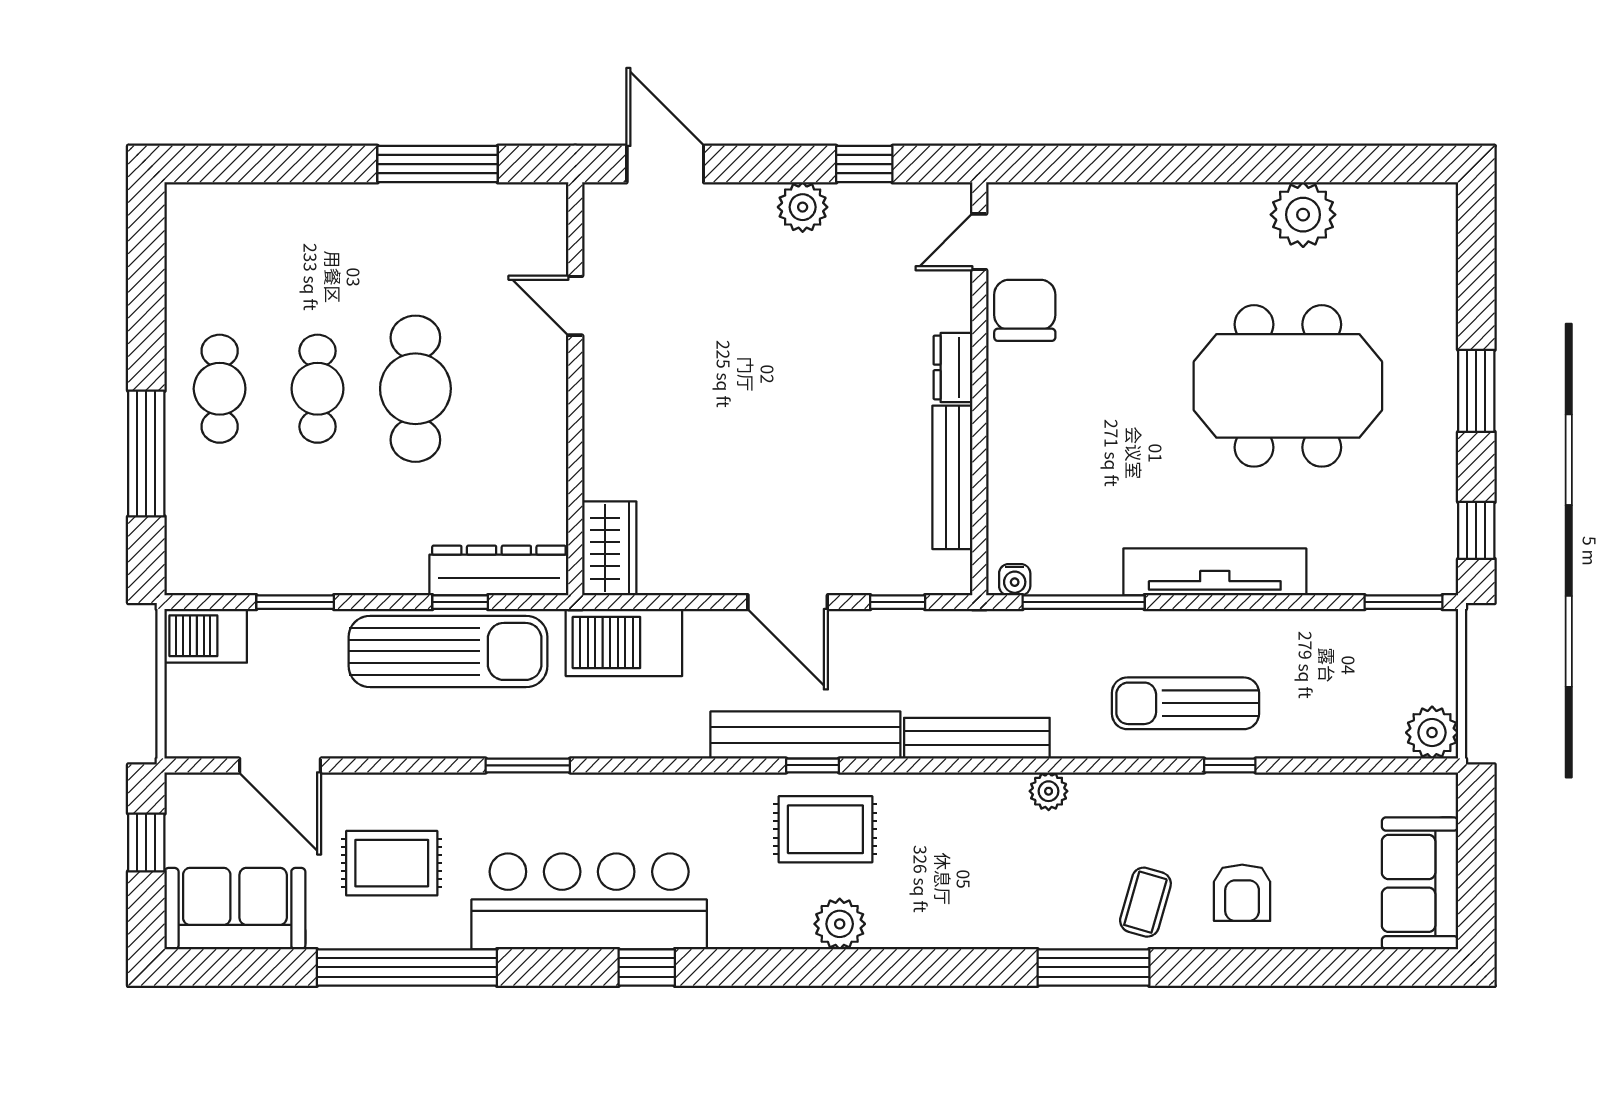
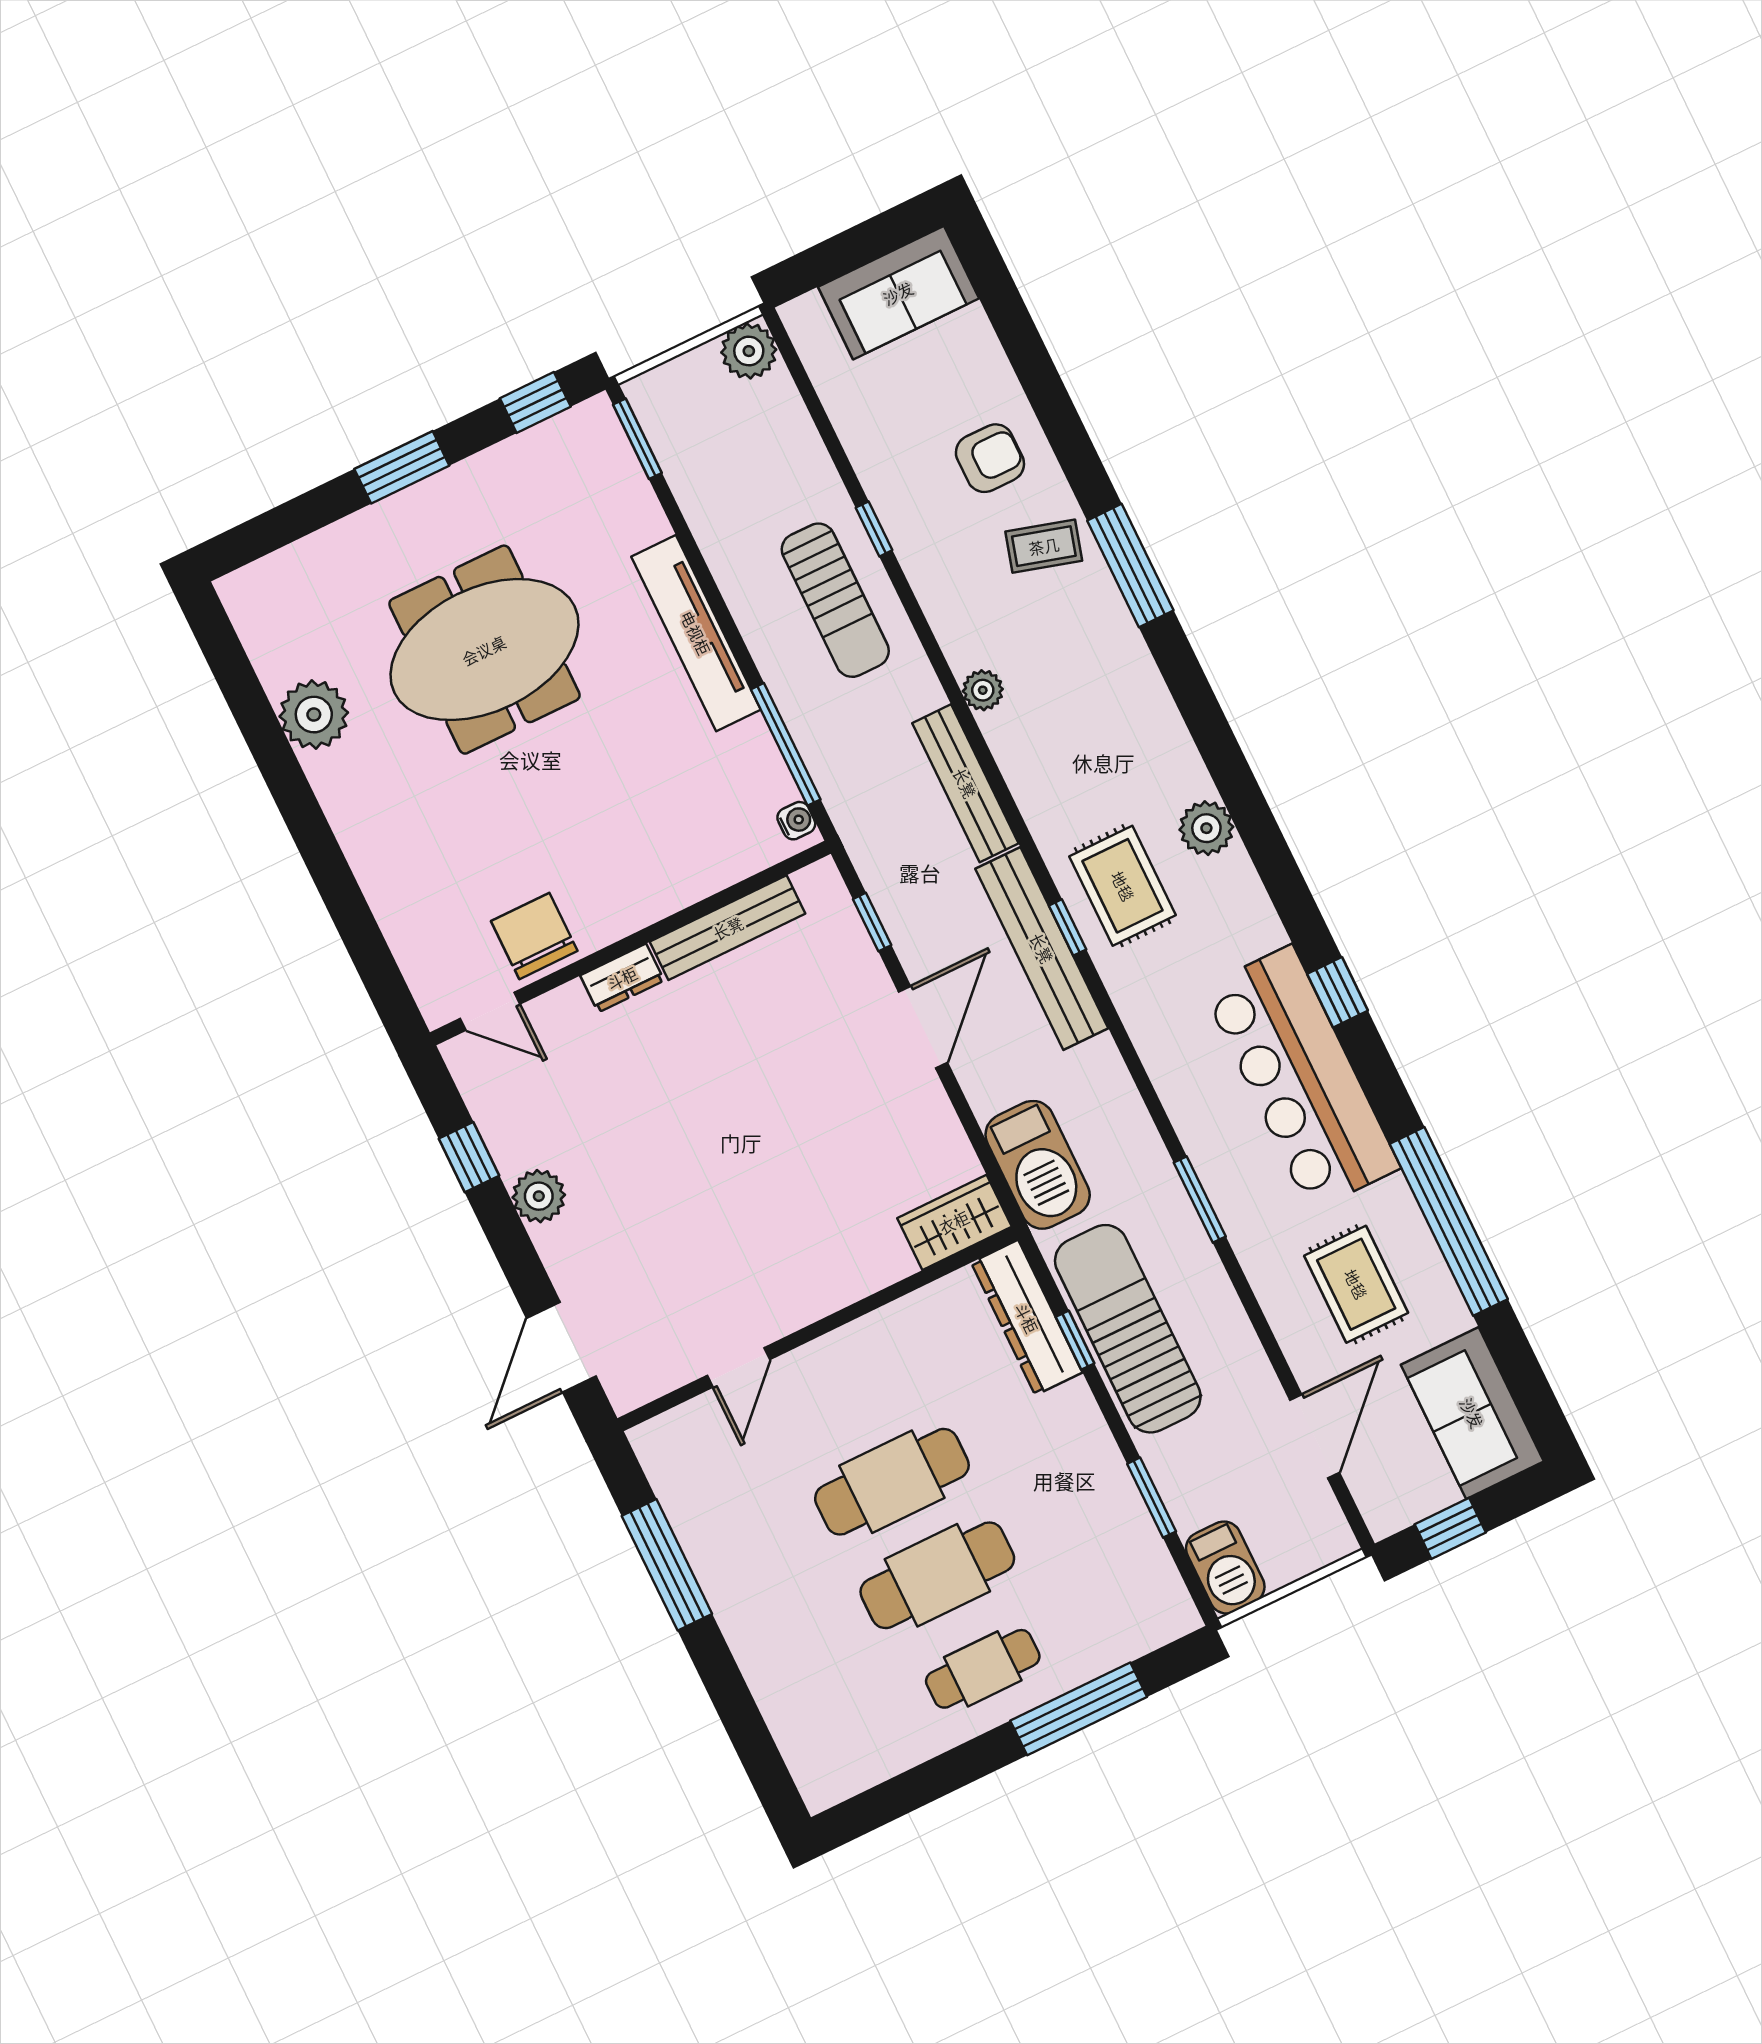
chair: (1025, 310) -> (534, 936), turned 90
meeting table: (1288, 386) -> (484, 650), turned 90
cafe table: (318, 389) -> (937, 1575), width x1.37, depth x1.35

